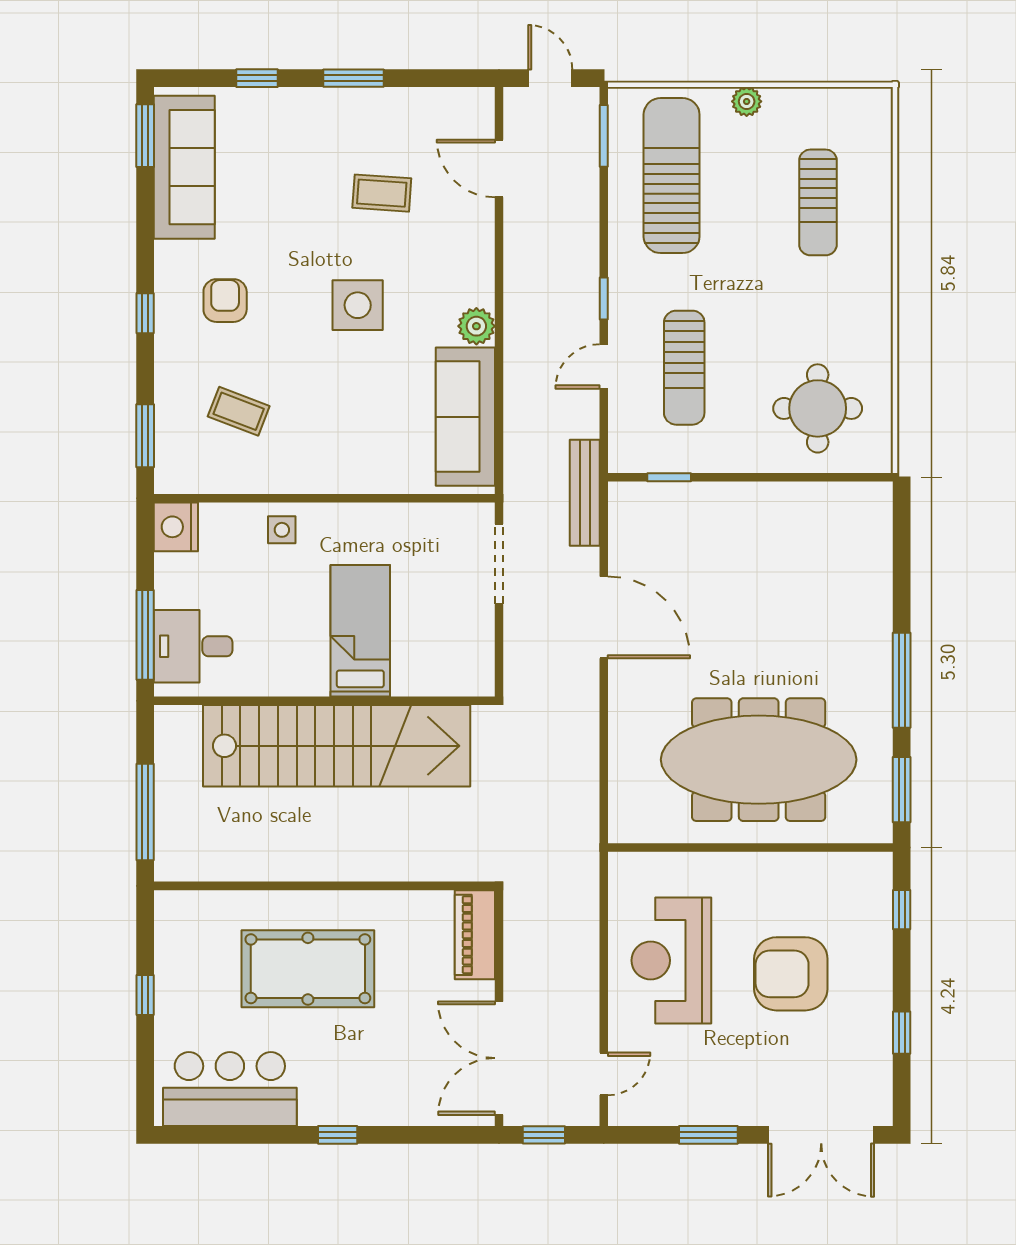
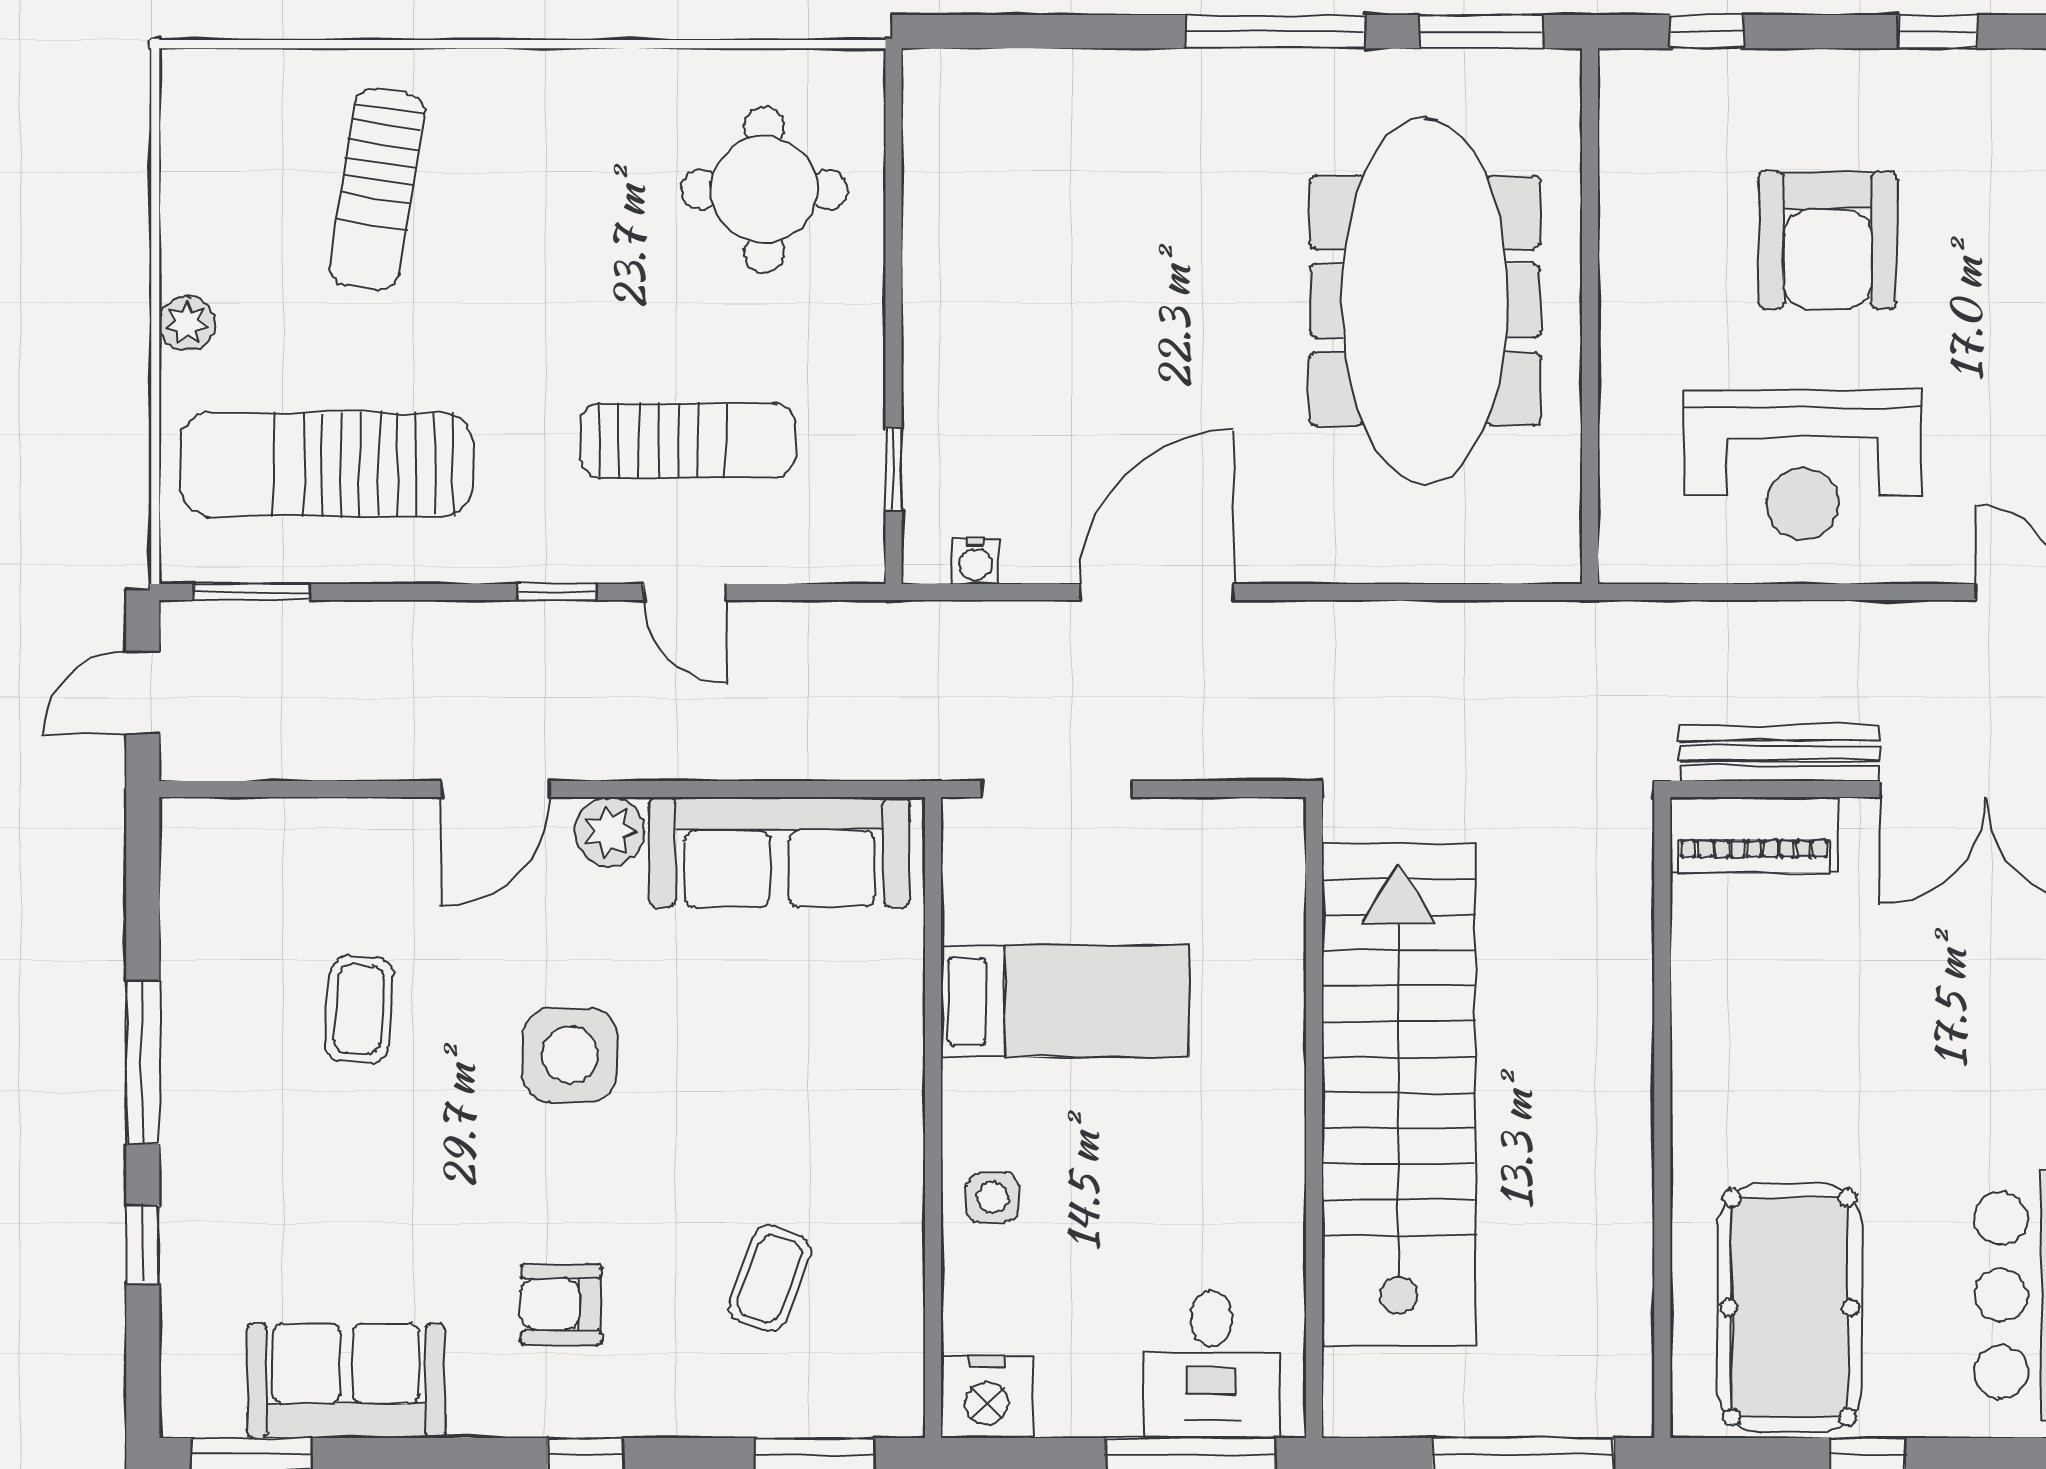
window: (353, 78) -> (143, 1063), width x1.44
sofa: (184, 167) -> (346, 1381), width x0.73
door: (499, 168) -> (496, 789), moved
sun lounger: (818, 202) -> (377, 189), turned 99
bench: (585, 493) -> (1779, 753), moved
water cooler: (620, 521) -> (975, 561), added
bed: (360, 631) -> (1065, 1001), moved, turned 180
pool table: (308, 969) -> (1790, 1307), moved

